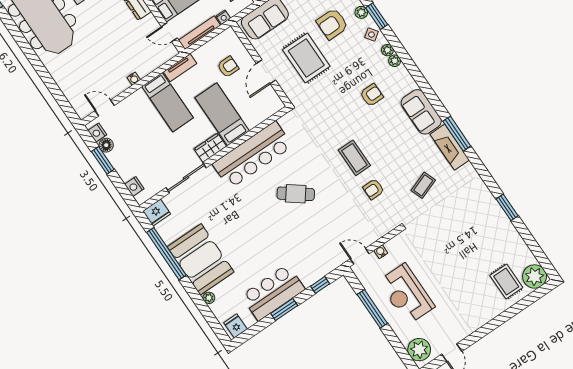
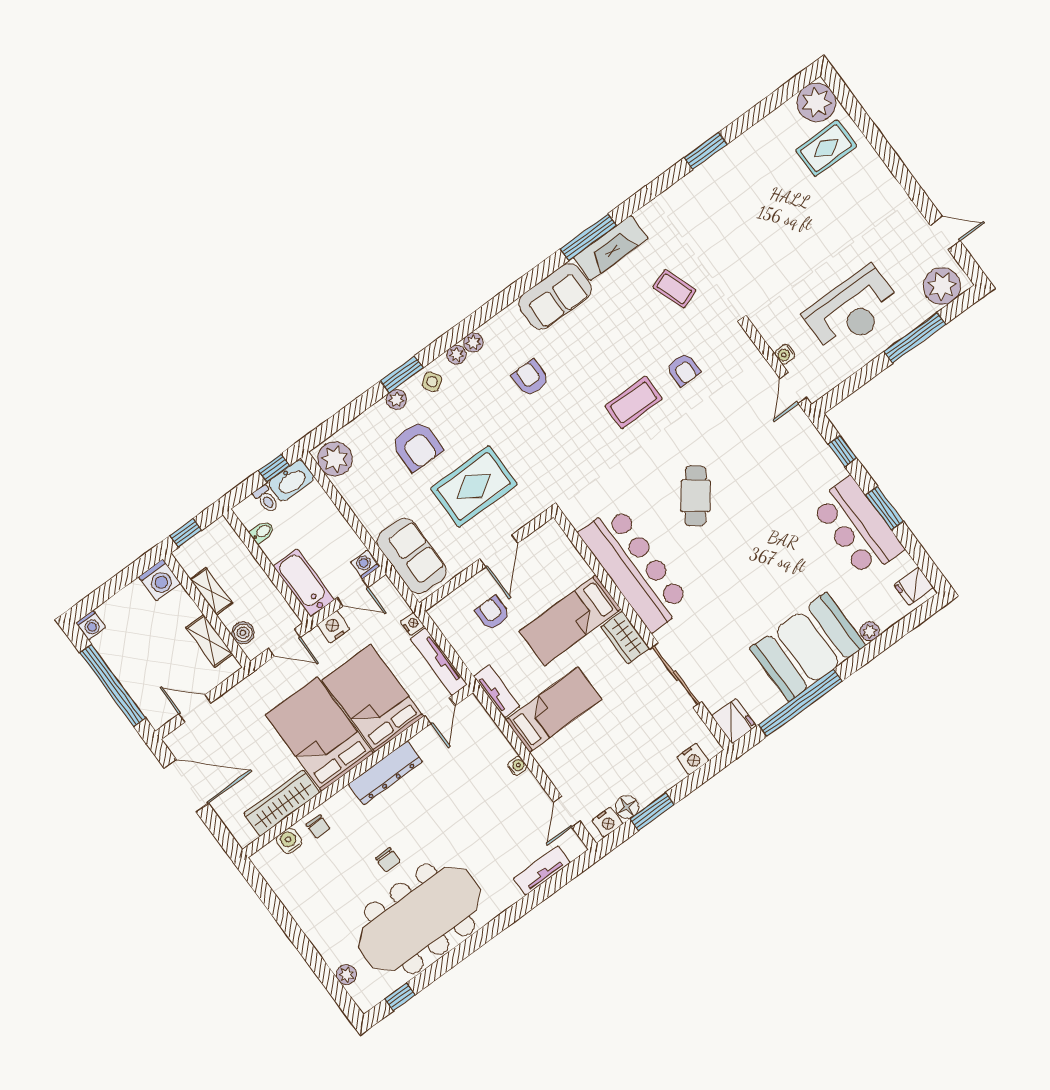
door: (266, 72) -> (499, 551), hinge flipped
tv unit: (69, 91) -> (542, 871), added
window: (372, 309) -> (915, 338), moved

